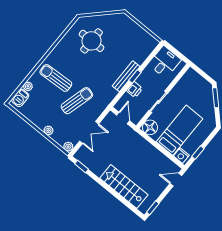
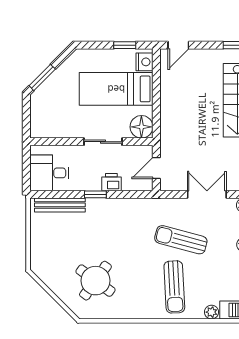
round table: (92, 41) -> (95, 281), turned 36
bench: (126, 76) -> (60, 205), moved
door: (176, 180) -> (178, 45), hinge flipped

